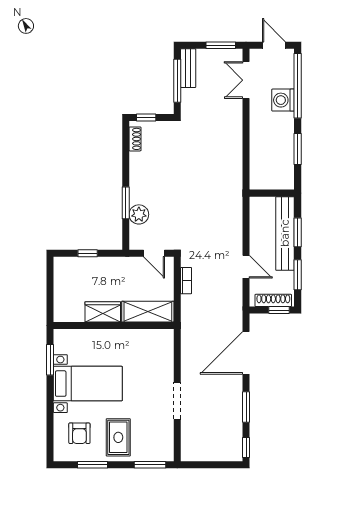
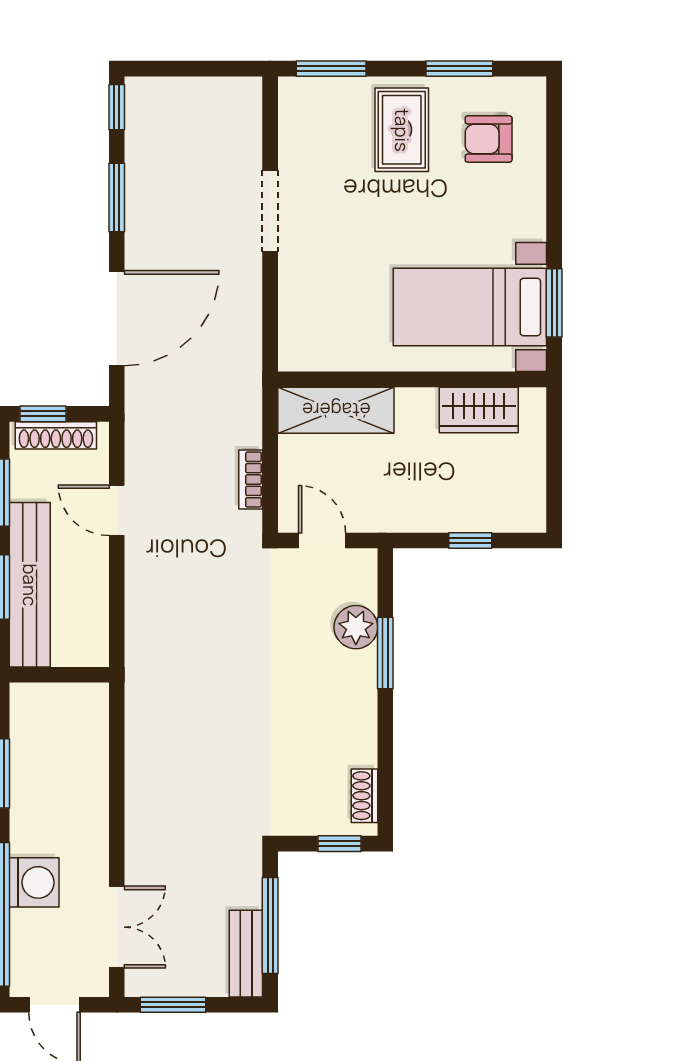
wardrobe: (103, 312) -> (479, 410), moved
bed with nightstands: (88, 384) -> (470, 307), moved
armchair: (79, 433) -> (489, 139), turned -90

